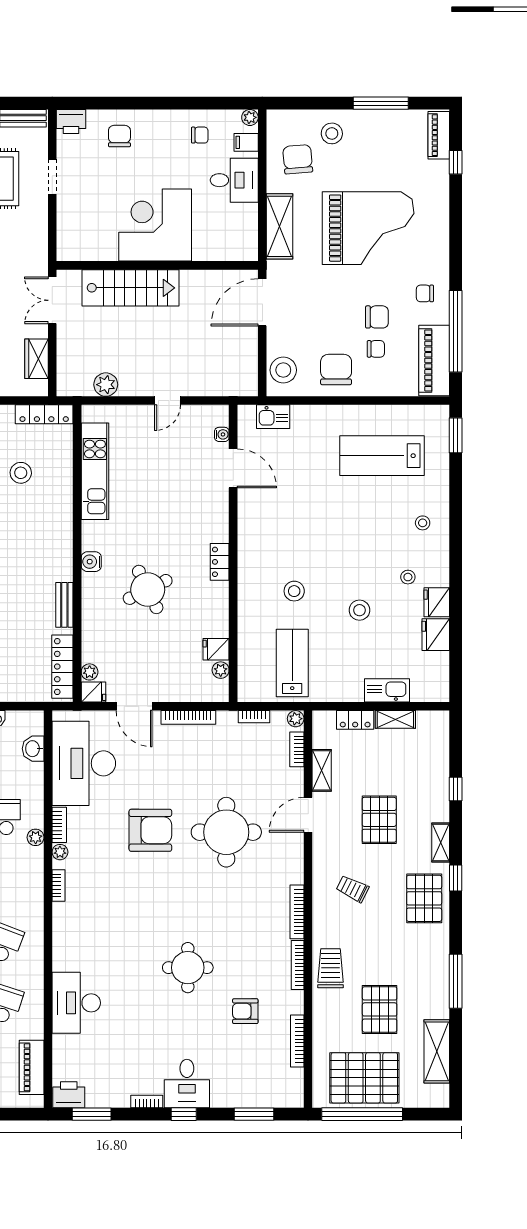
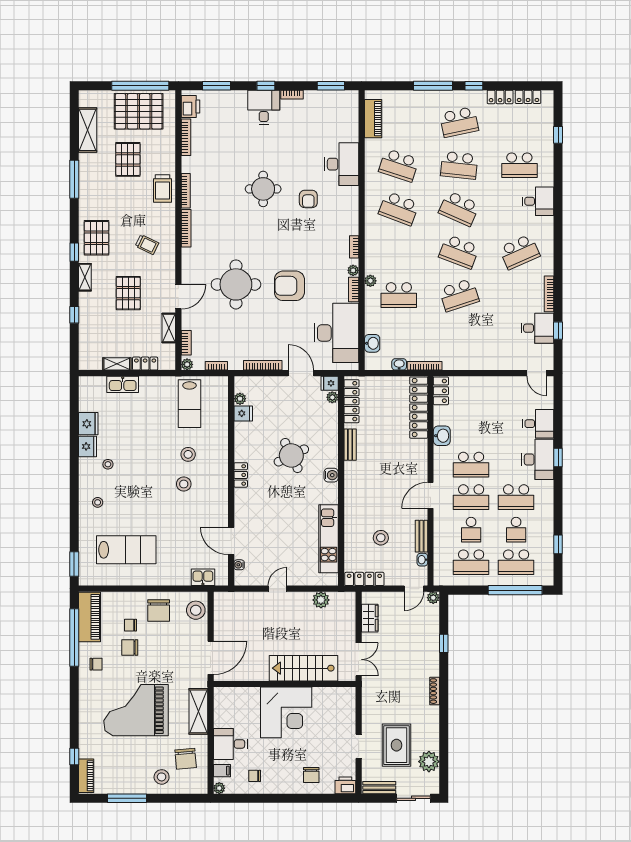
stool: (359, 610) -> (184, 484), moved
armchair: (245, 1011) -> (308, 199), moved, turned 90
printer: (69, 1095) -> (190, 107), moved, turned -90

